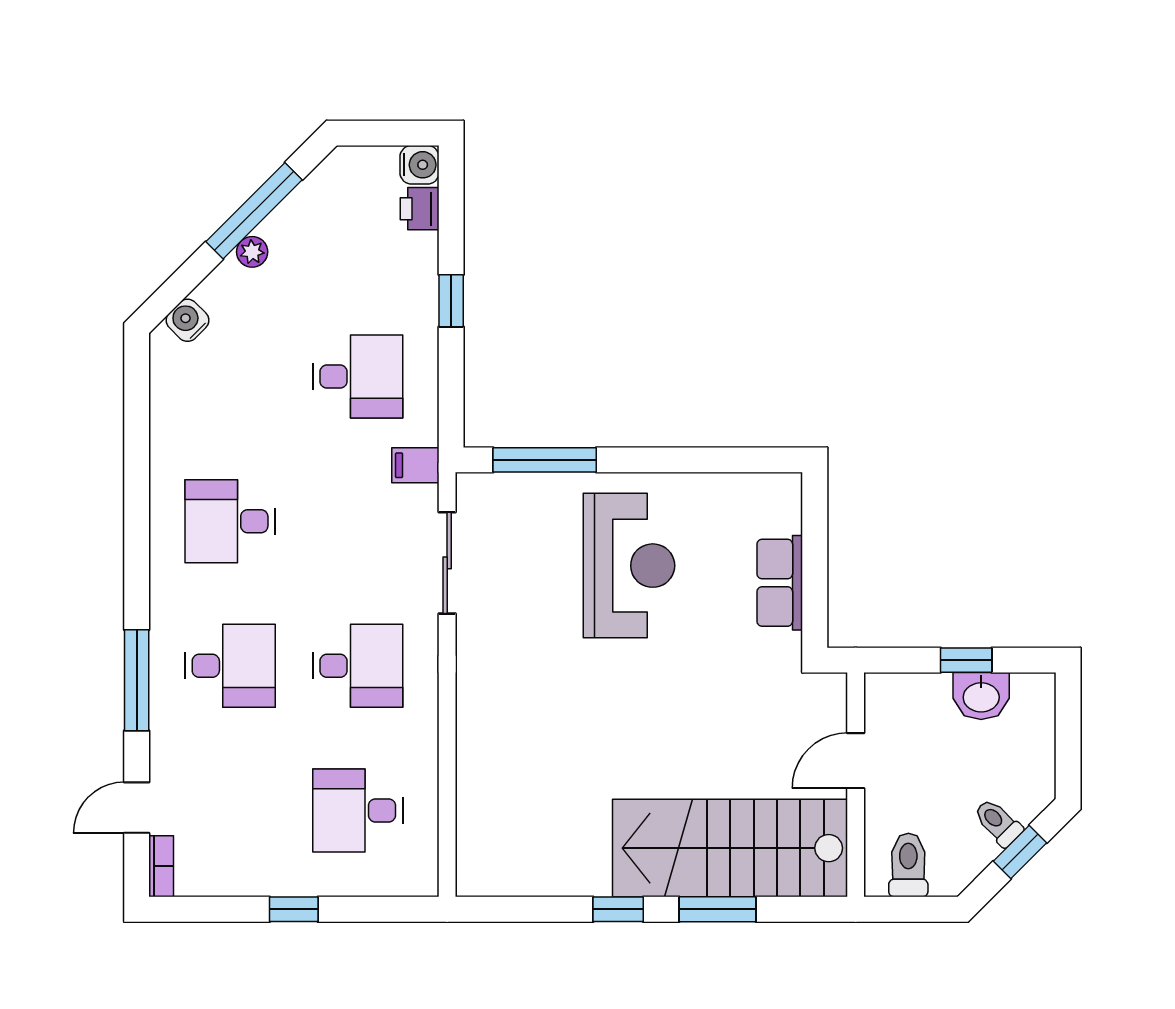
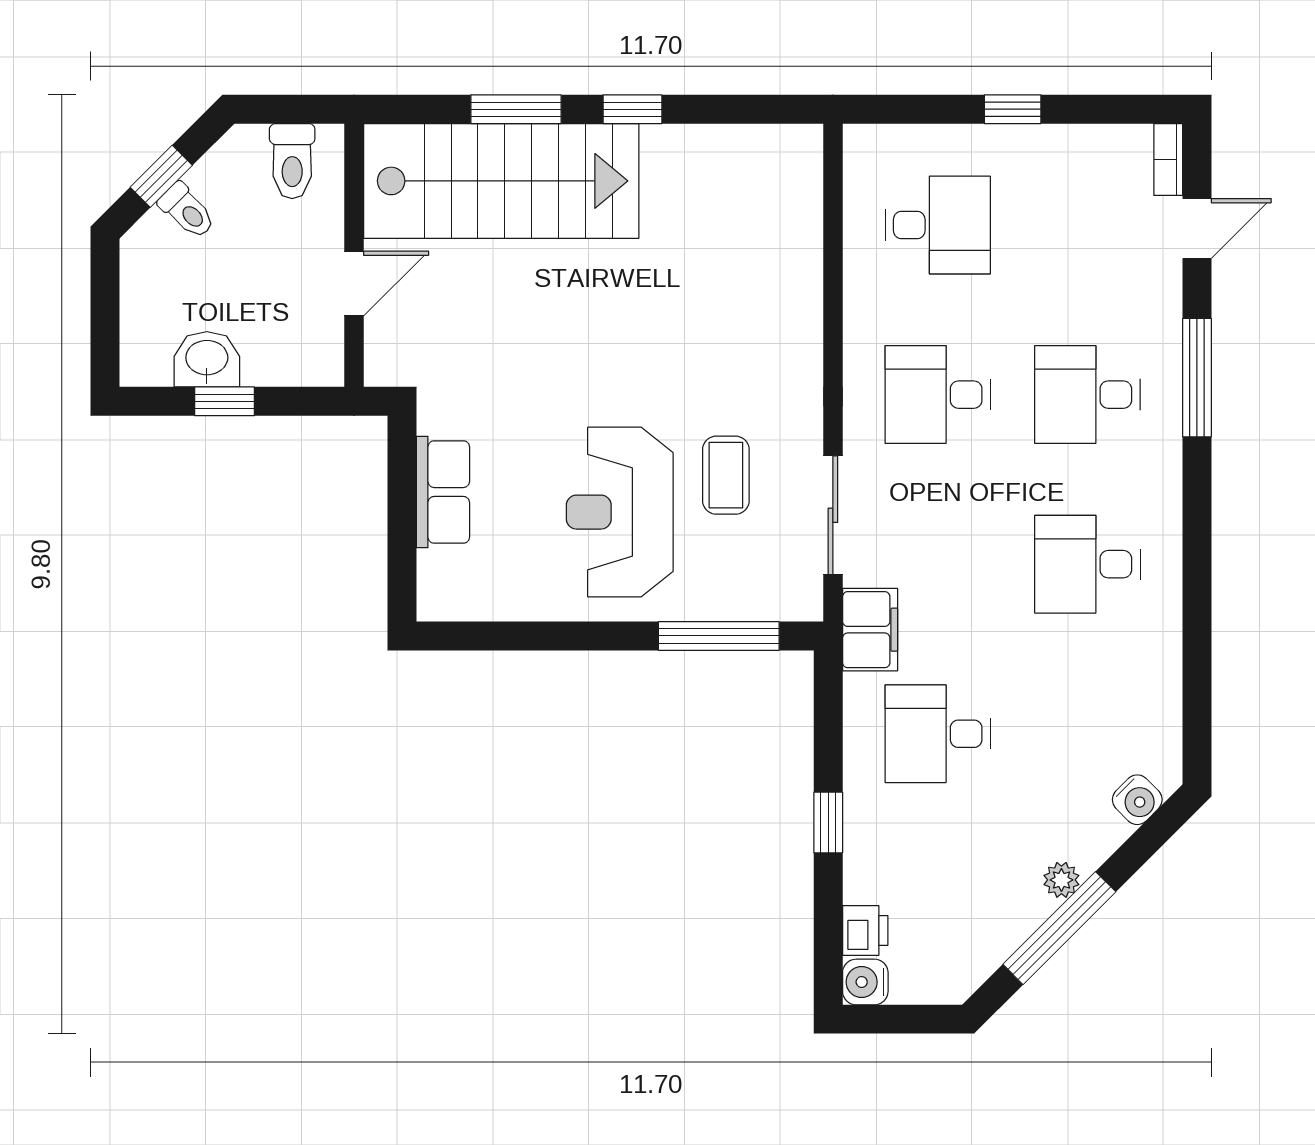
filing cabinet: (415, 465) -> (870, 630), width x2.00
desk: (230, 521) -> (1087, 564), turned 180
coffee table: (538, 597) -> (726, 475), added

